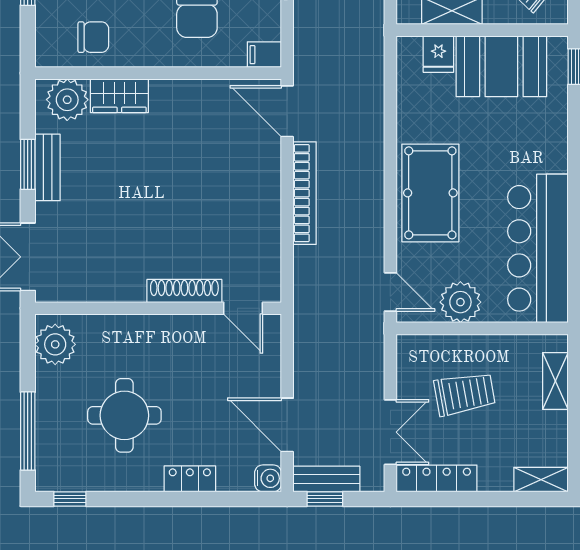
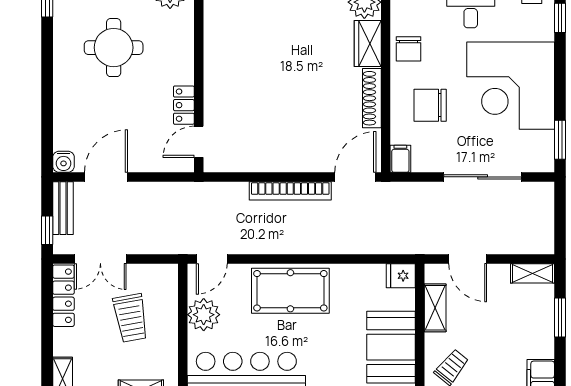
chair: (93, 37) -> (408, 49), moved
fridge: (438, 54) -> (401, 276), moved
shoe rack: (184, 291) -> (372, 98), moved, turned 180
locker: (190, 479) -> (184, 105), moved, turned 180
window: (325, 499) -> (47, 230), moved

